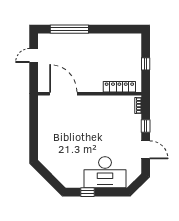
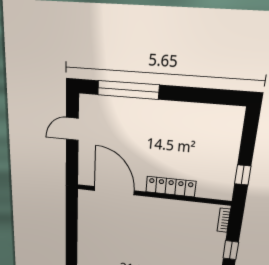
window: (146, 64) -> (243, 175), moved
locker: (119, 87) -> (171, 187), moved

